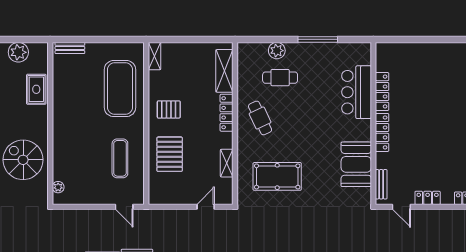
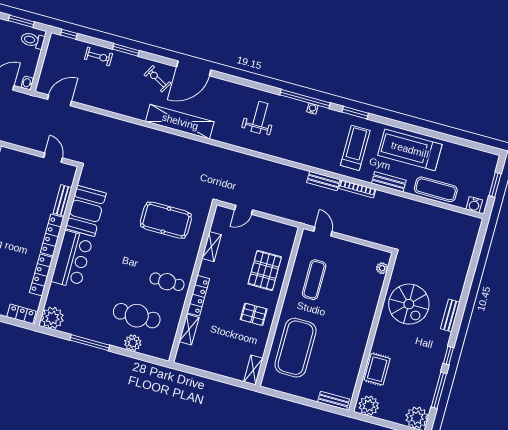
plant: (18, 52) -> (369, 406), moved
plant: (360, 53) -> (52, 318), added
shelving: (224, 71) -> (189, 330), width x0.67, depth x0.75
cafe table: (280, 78) -> (137, 316), width x1.37, depth x1.35
bar counter: (357, 92) -> (72, 260), moved
cafe table: (260, 118) -> (167, 282), turned -65
bench: (381, 184) -> (63, 200), moved
locker: (428, 198) -> (21, 314), moved, turned 180

